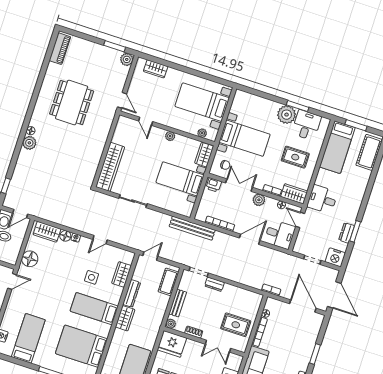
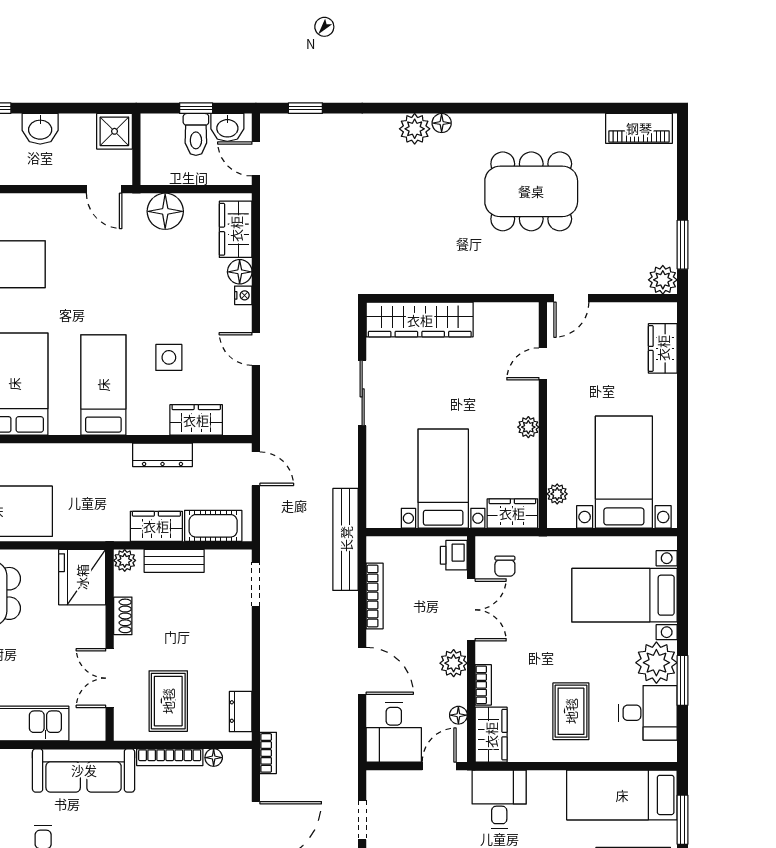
bed with nightstands: (245, 138) -> (624, 595), moved, turned 90
dresser: (214, 284) -> (241, 712), moved
wardrobe: (125, 318) -> (156, 526), moved, turned 180

